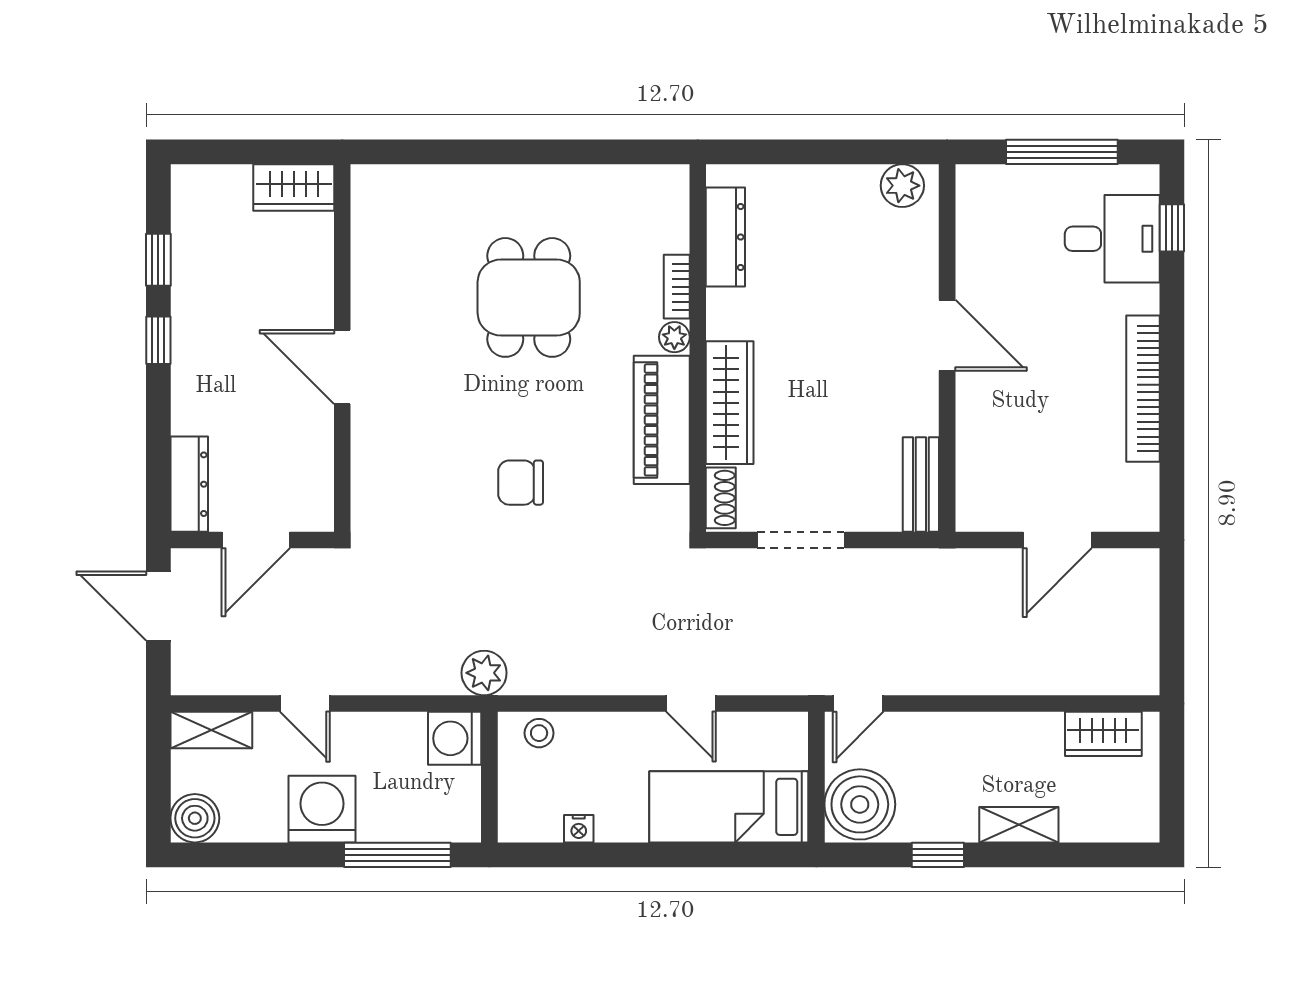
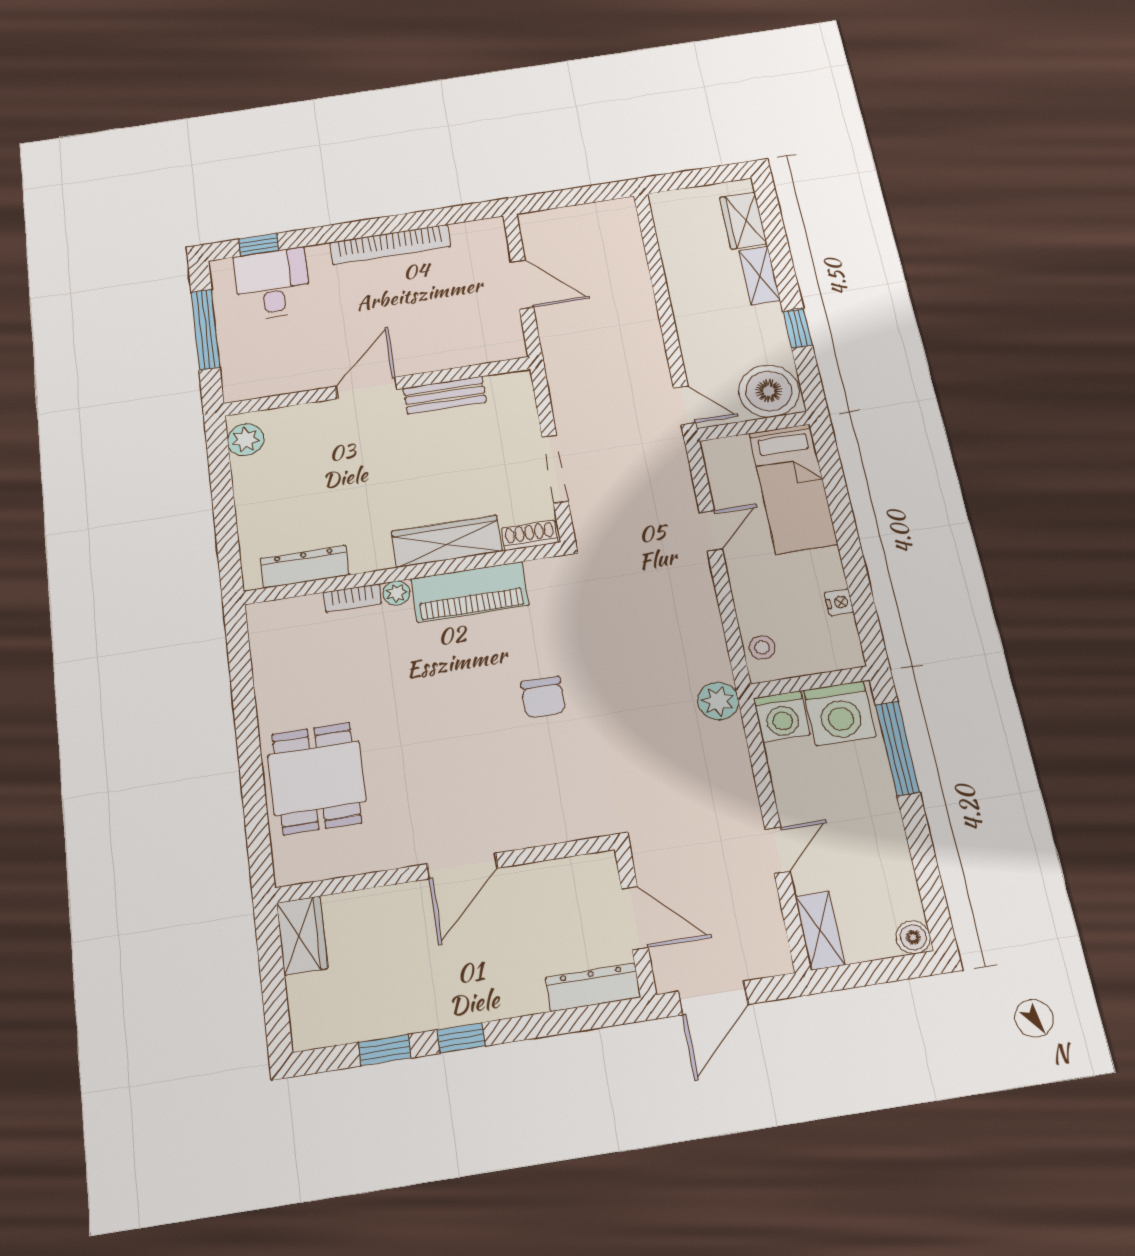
dining table: (529, 297) -> (317, 778), moved, turned 90
bench: (921, 485) -> (445, 395), moved
wardrobe: (1103, 734) -> (743, 221), moved, turned 180
washing machine: (322, 809) -> (840, 713), moved, turned -90
boiler: (195, 818) -> (913, 937), width x0.73, depth x0.73

